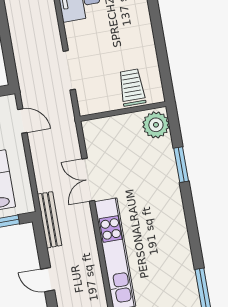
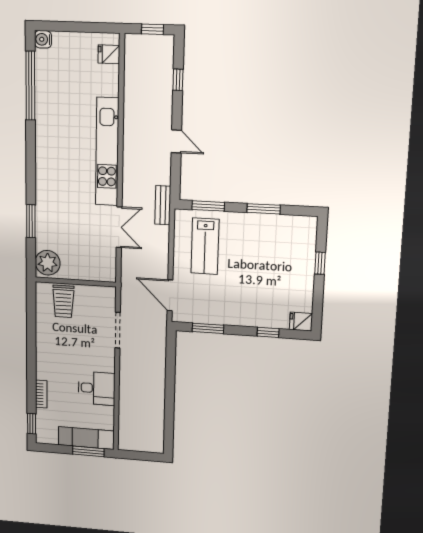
door: (22, 121) -> (170, 295), width x1.38
bench: (50, 220) -> (163, 205), width x0.73

